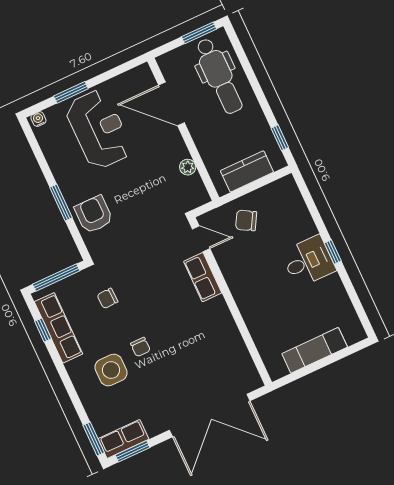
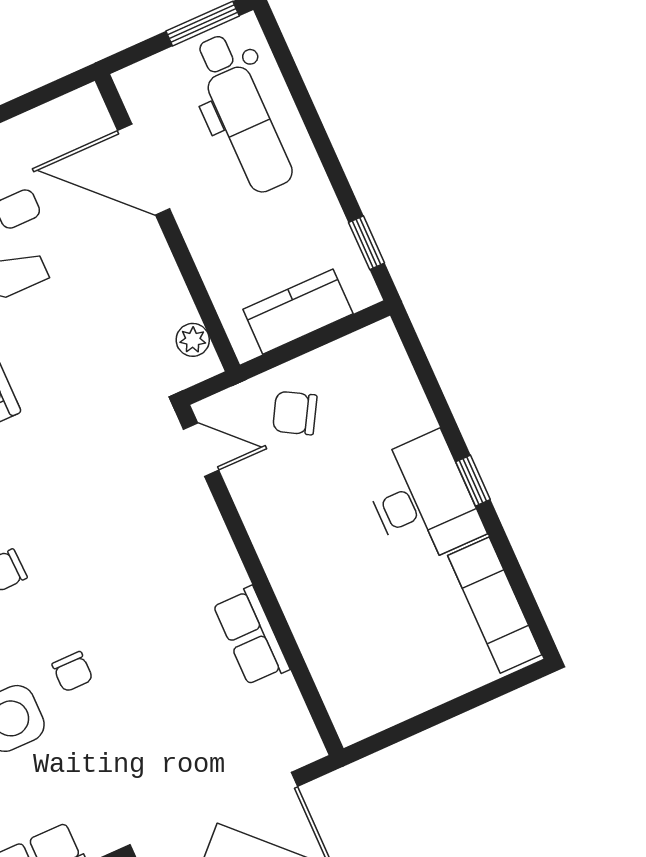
plant: (188, 167) -> (193, 340), moved
desk: (308, 261) -> (422, 499), width x1.37
row of seats: (203, 277) -> (251, 636), moved
exam couch: (315, 350) -> (495, 605), moved, turned -90

